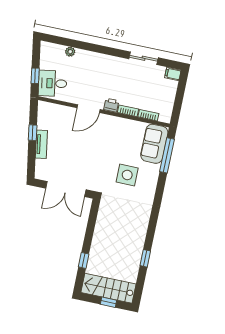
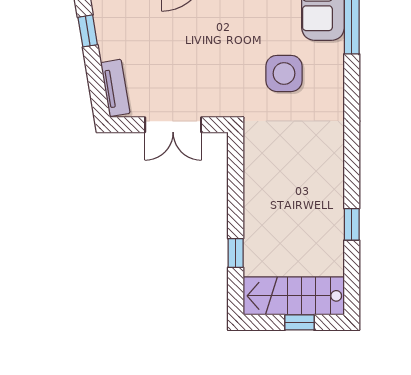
tv unit: (41, 144) -> (115, 88), moved
double door: (66, 189) -> (173, 125), width x0.73

